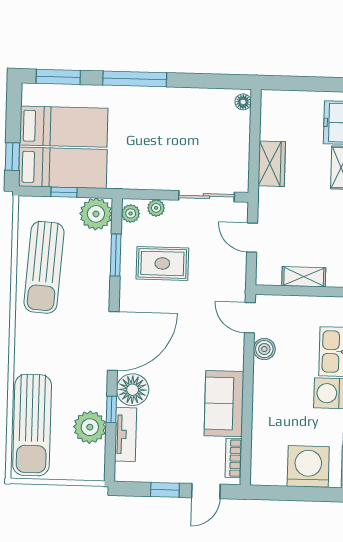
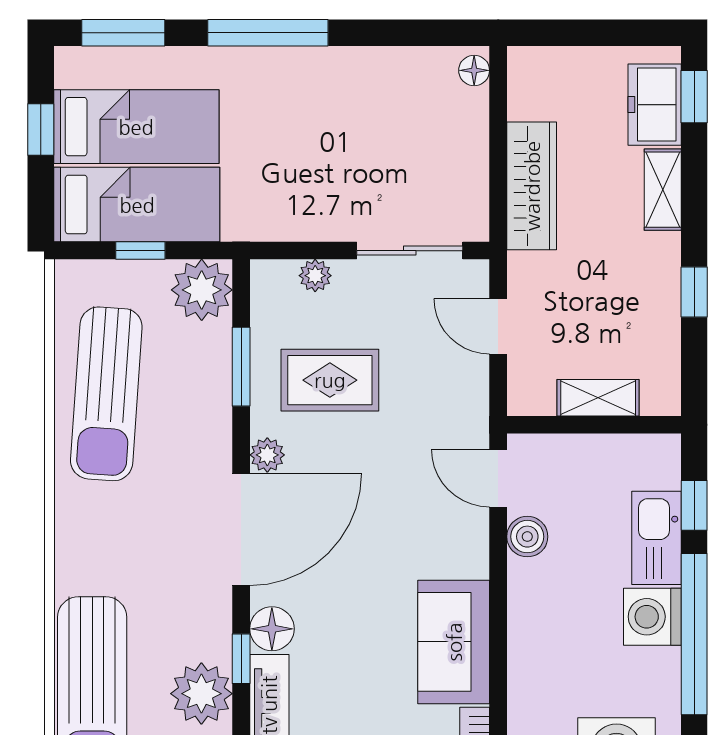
window: (12, 157) -> (41, 129), moved
wardrobe: (272, 164) -> (532, 186), width x1.50
plant: (131, 213) -> (267, 455), moved
floor lamp: (133, 390) -> (272, 629), width x0.73, depth x0.73

